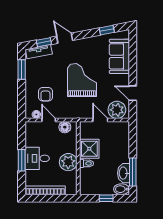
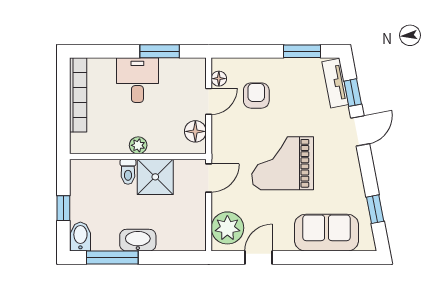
grand piano: (82, 80) -> (283, 163), turned 180
armchair: (45, 94) -> (256, 96), turned 90
door: (100, 120) -> (209, 178), moved
window: (22, 160) -> (160, 51), moved
plant: (68, 162) -> (138, 145), width x0.53, depth x0.53
washbasin: (123, 173) -> (138, 240), moved

